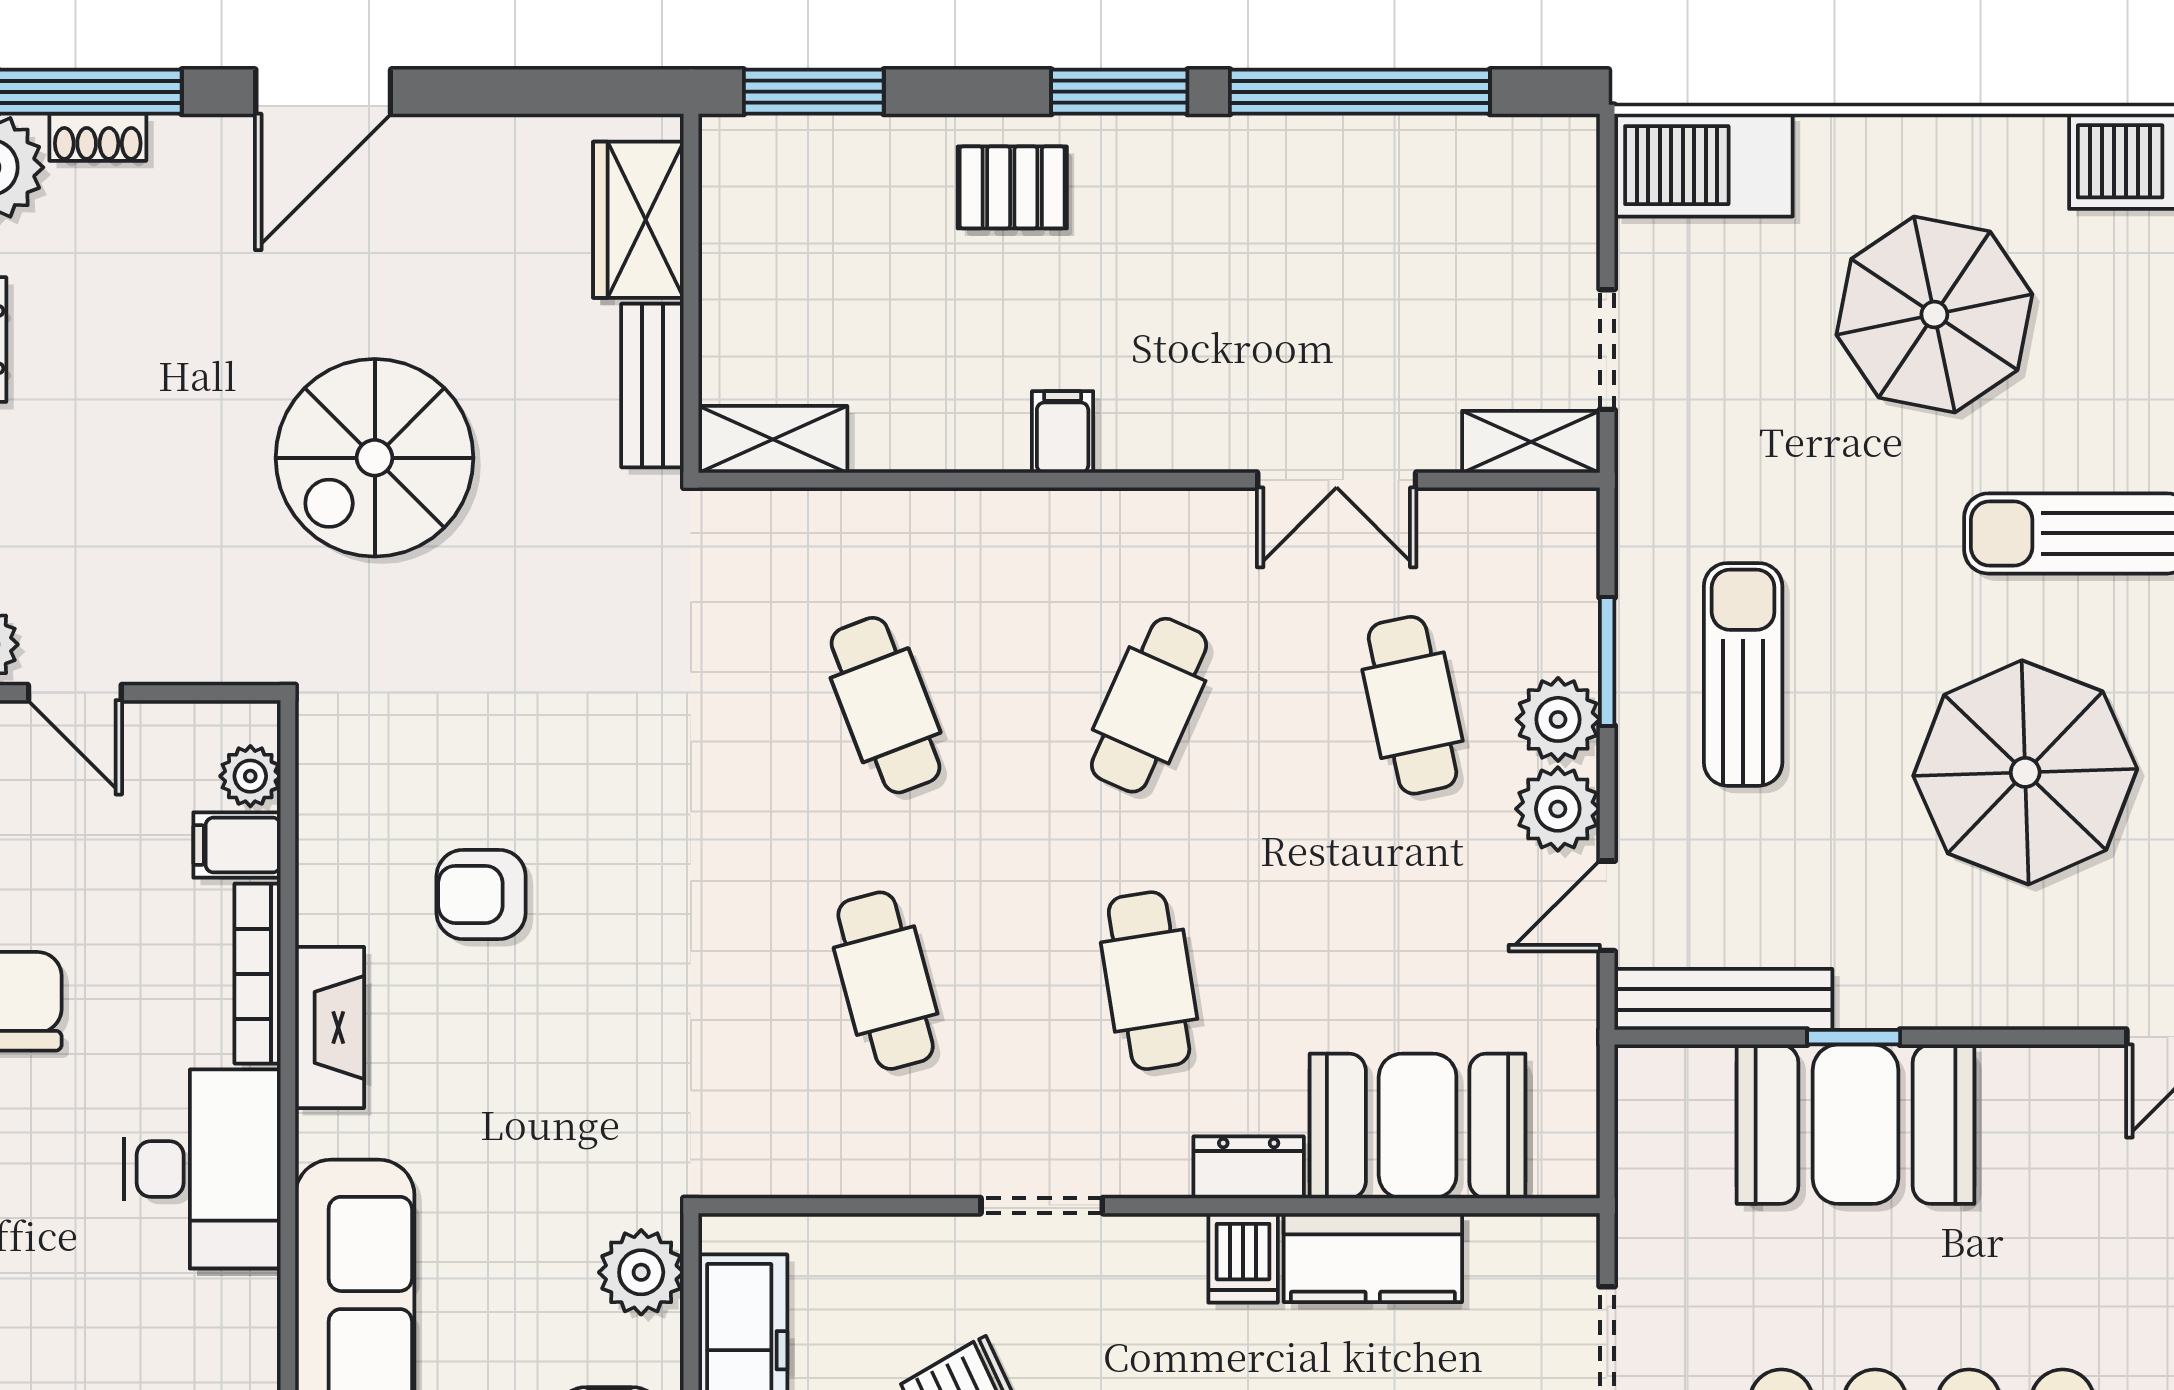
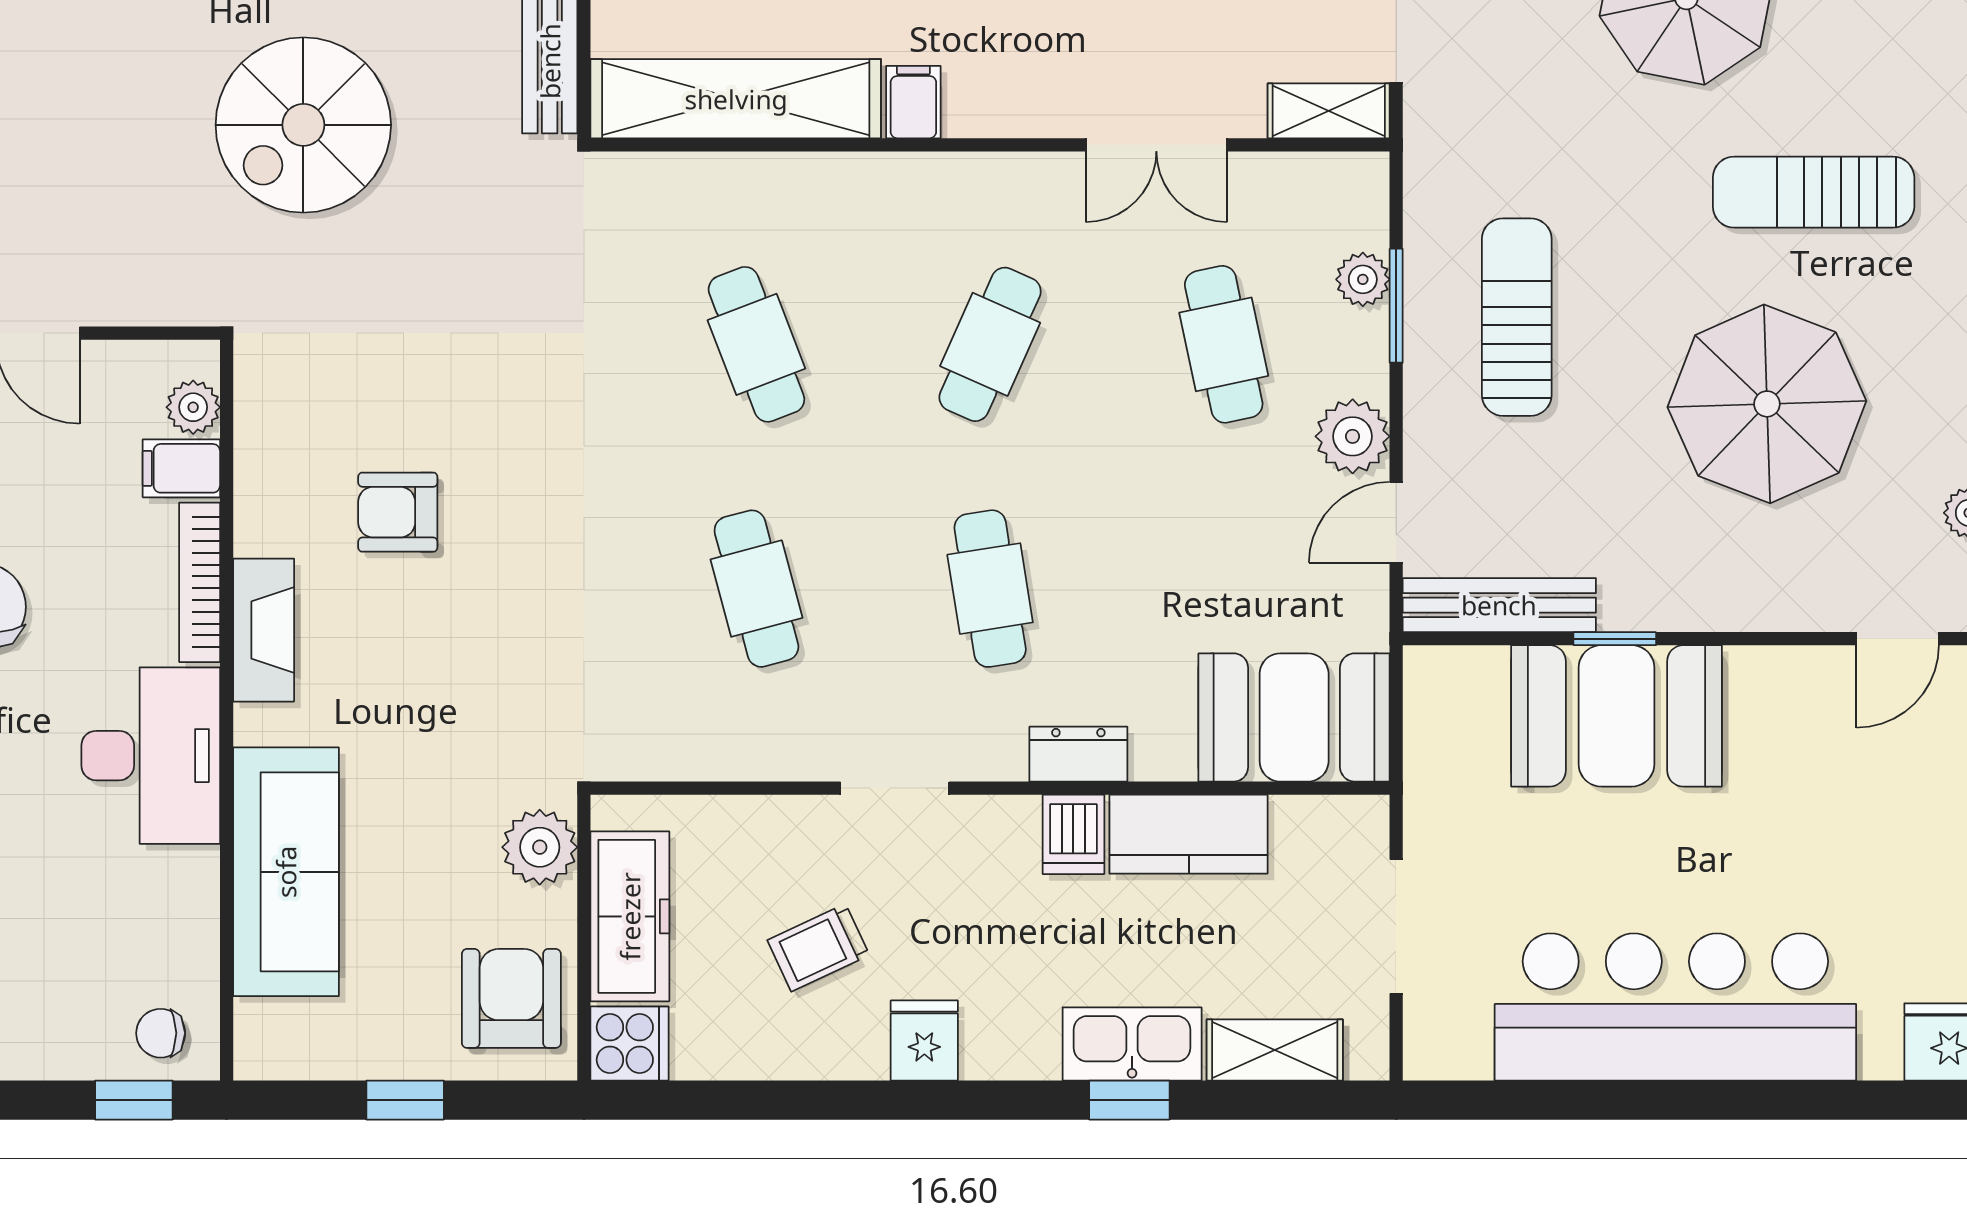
shelving: (773, 439) -> (736, 99), width x2.20, depth x1.33
plant: (1558, 719) -> (1363, 279), moved, width x0.73, depth x0.73
booth: (1418, 1126) -> (1294, 717), moved

